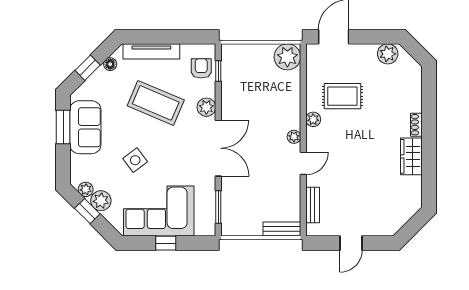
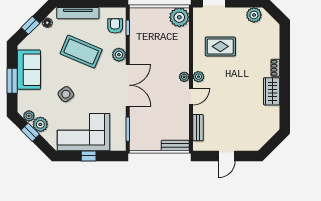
plant: (313, 119) -> (198, 77), moved
window: (63, 127) -> (12, 81), moved

